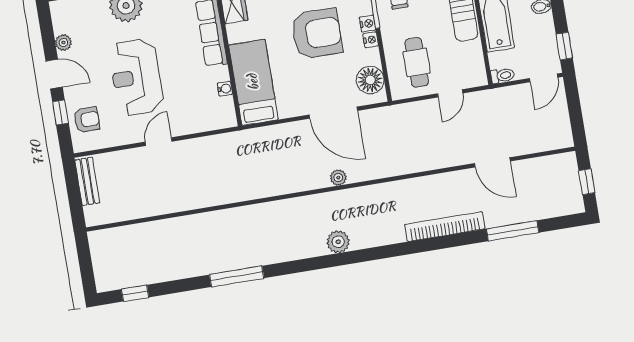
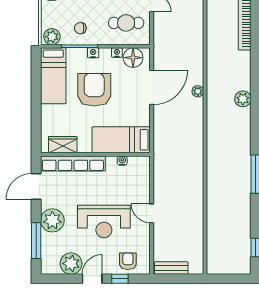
nightstand: (371, 40) -> (117, 53), moved
plant: (63, 42) -> (71, 264), width x1.88, depth x1.88

